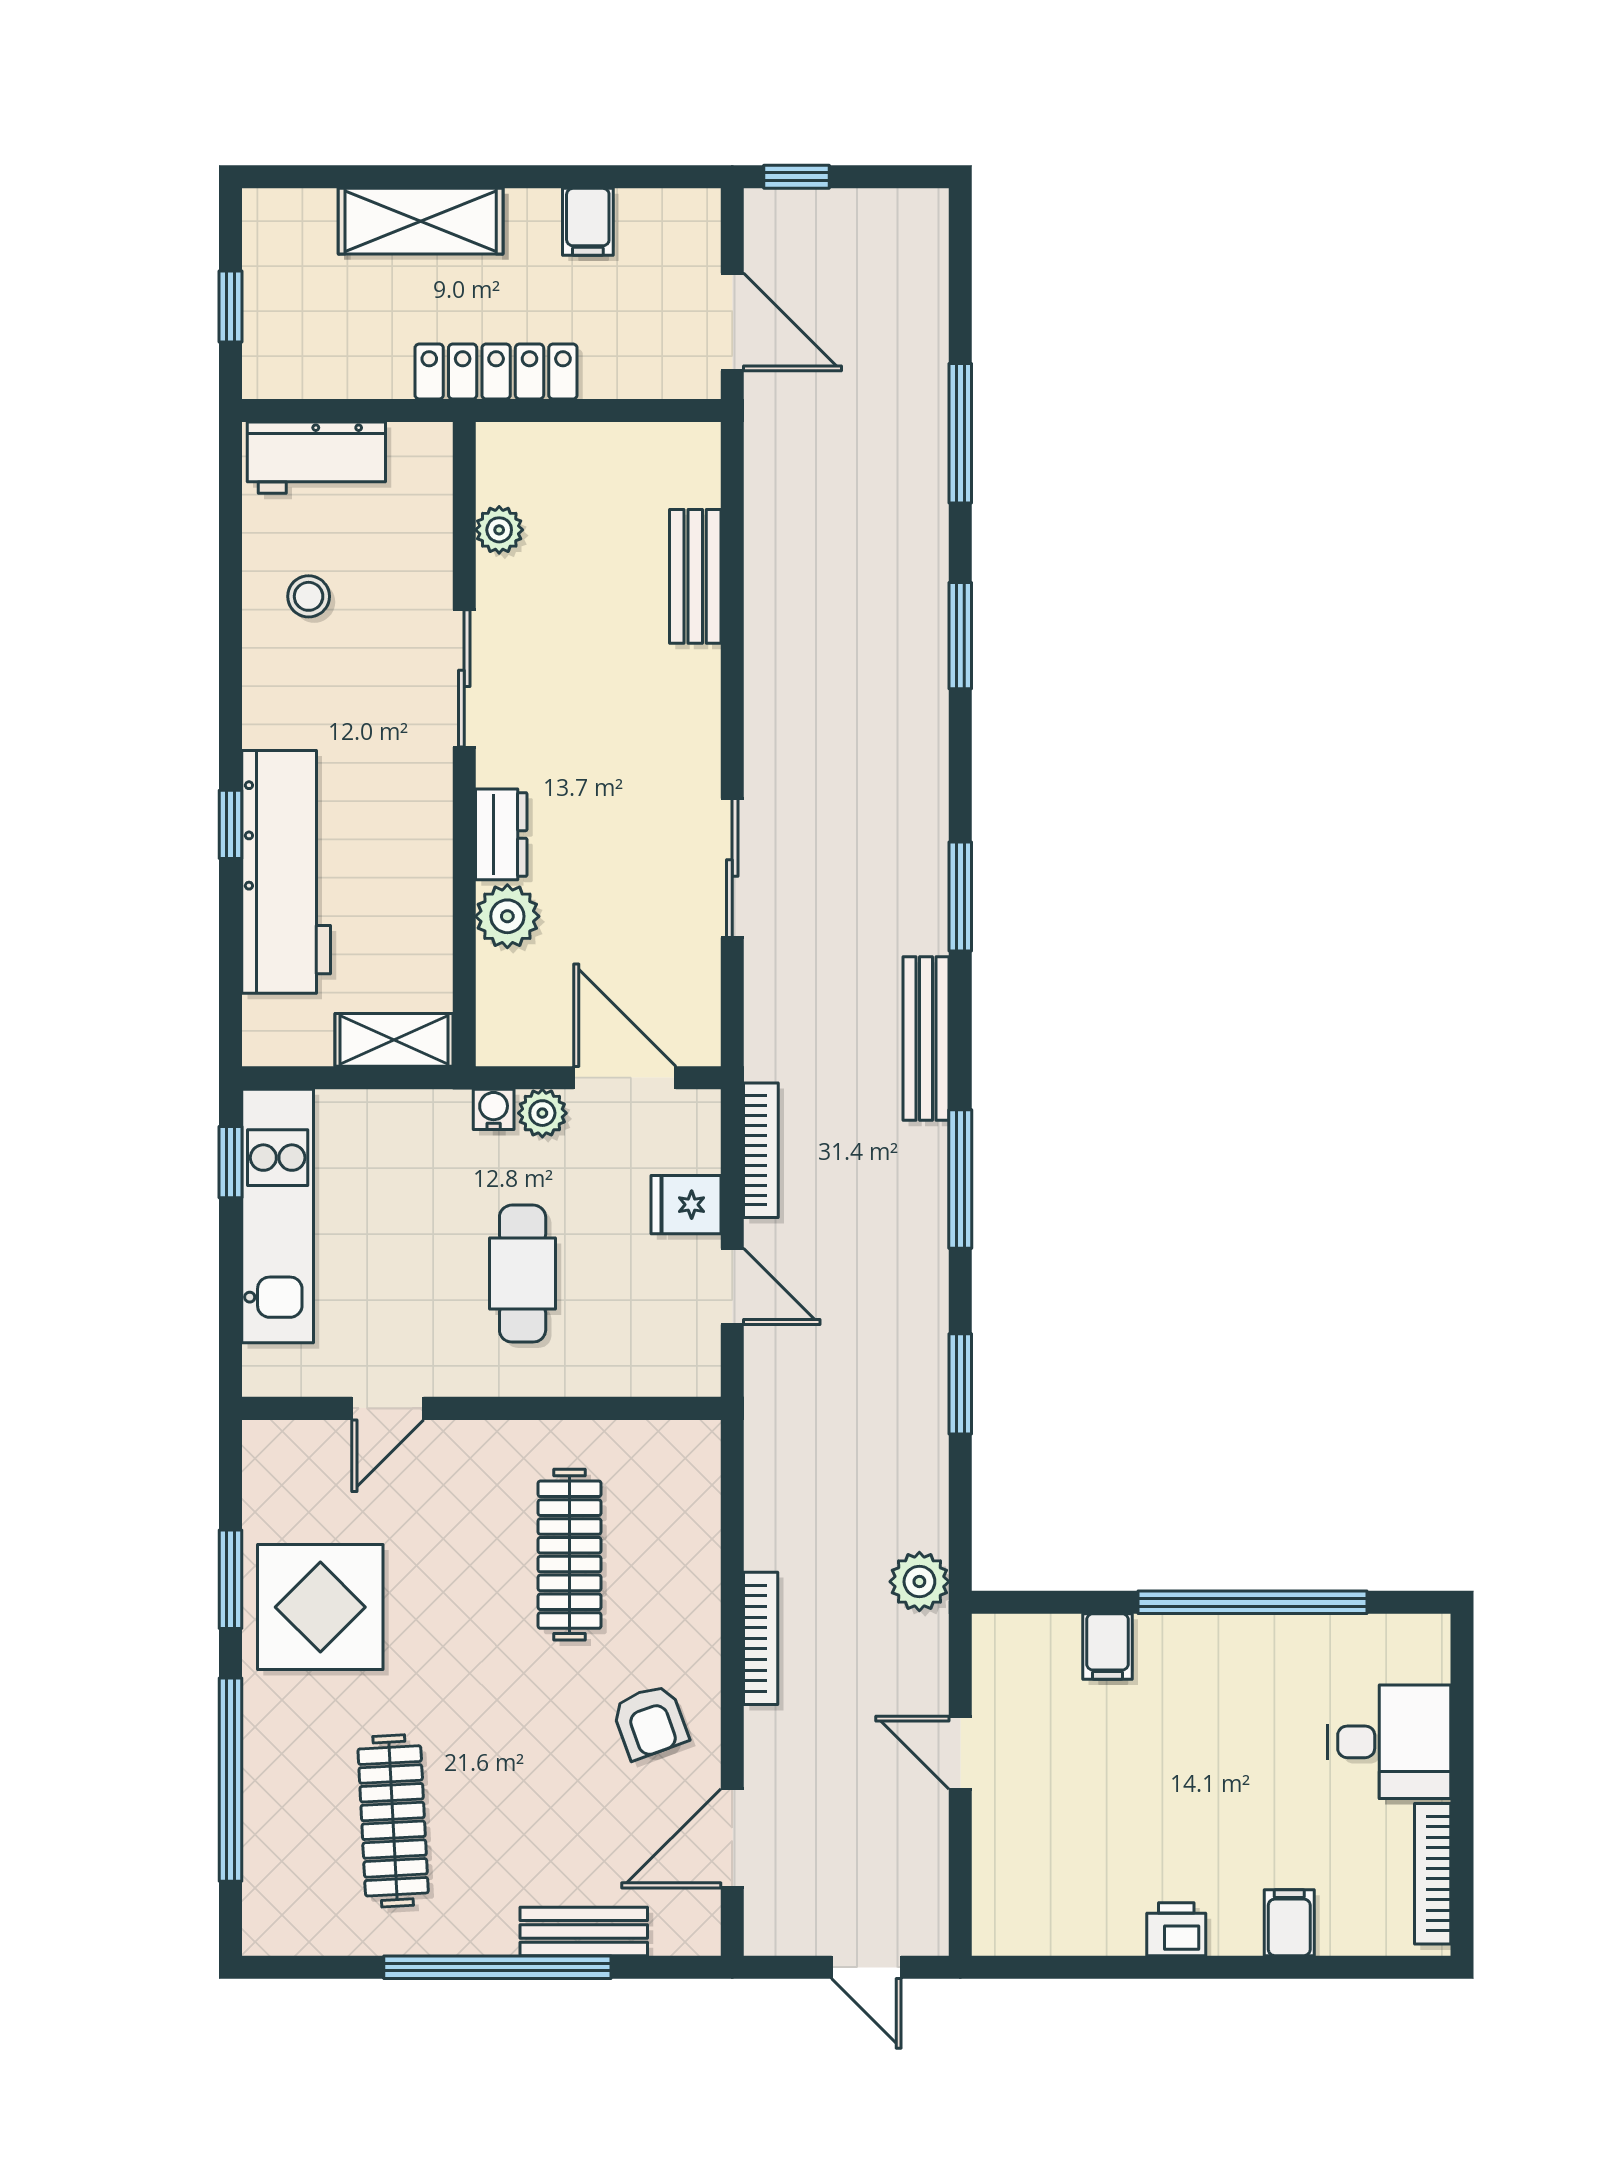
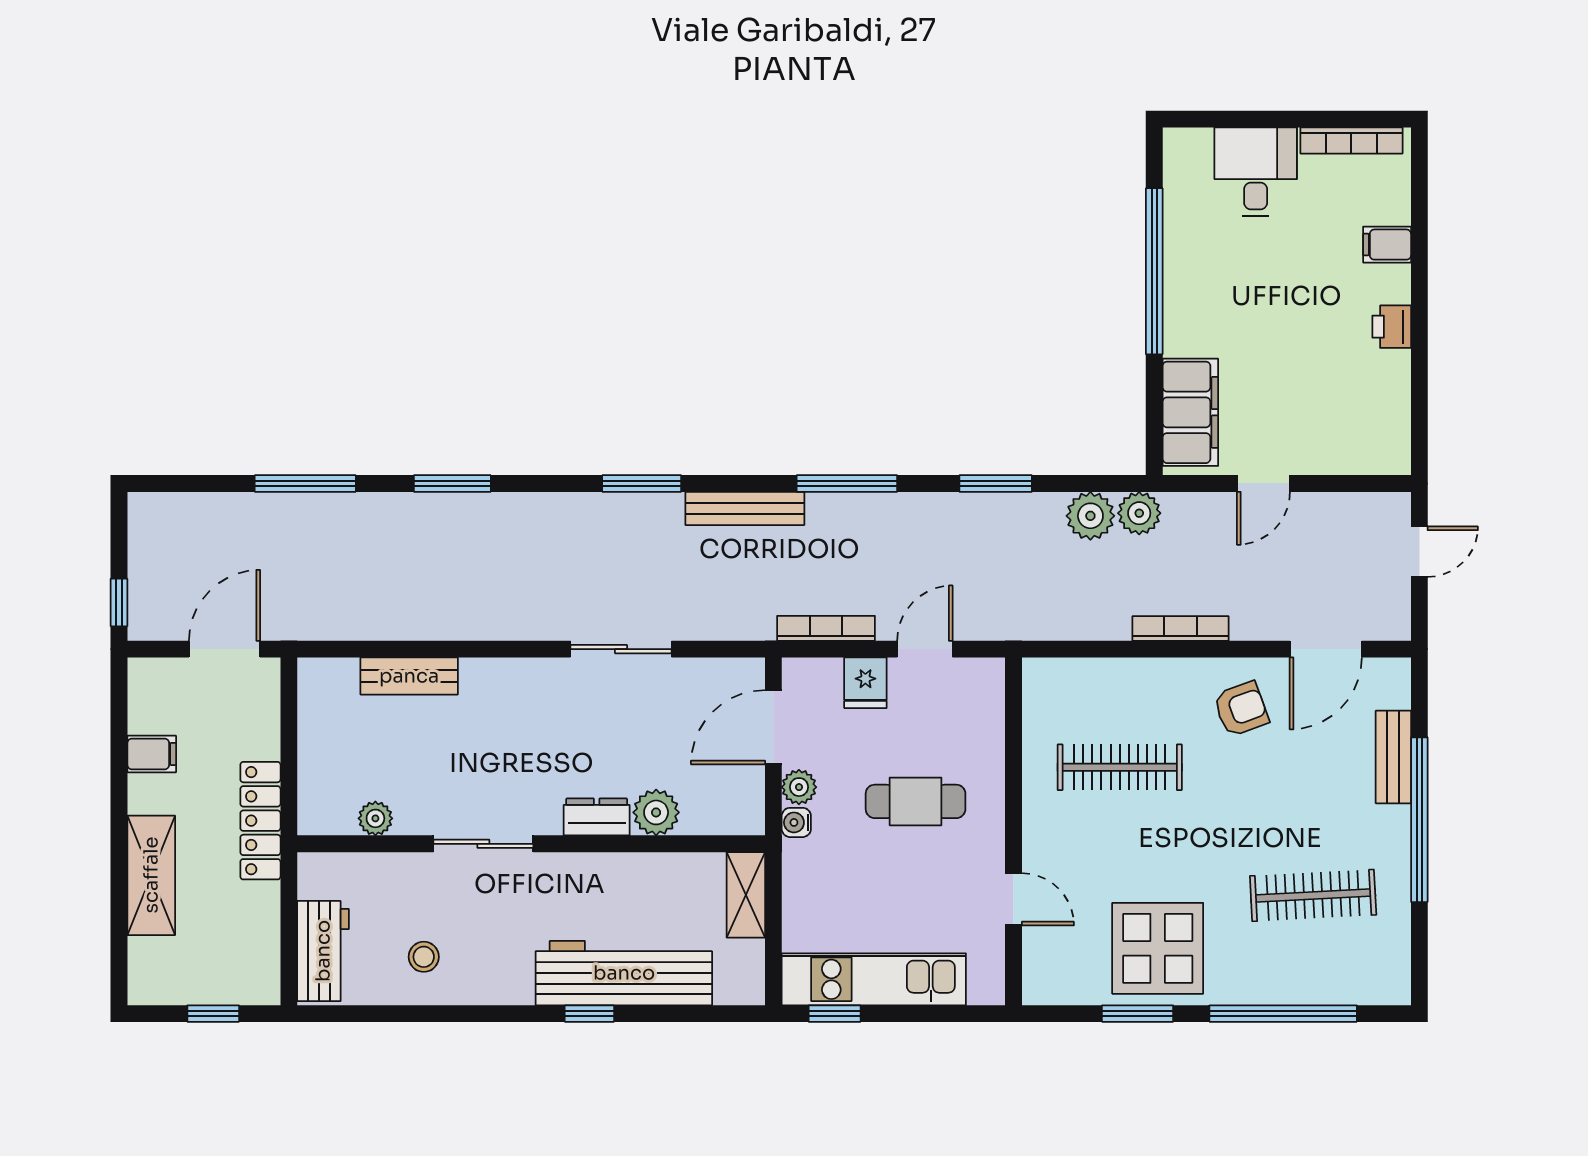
plant: (916, 1514) -> (1090, 516), added
filing cabinet: (1108, 1646) -> (1190, 412), width x3.00, depth x1.17
door: (732, 1838) -> (1326, 649), hinge flipped

